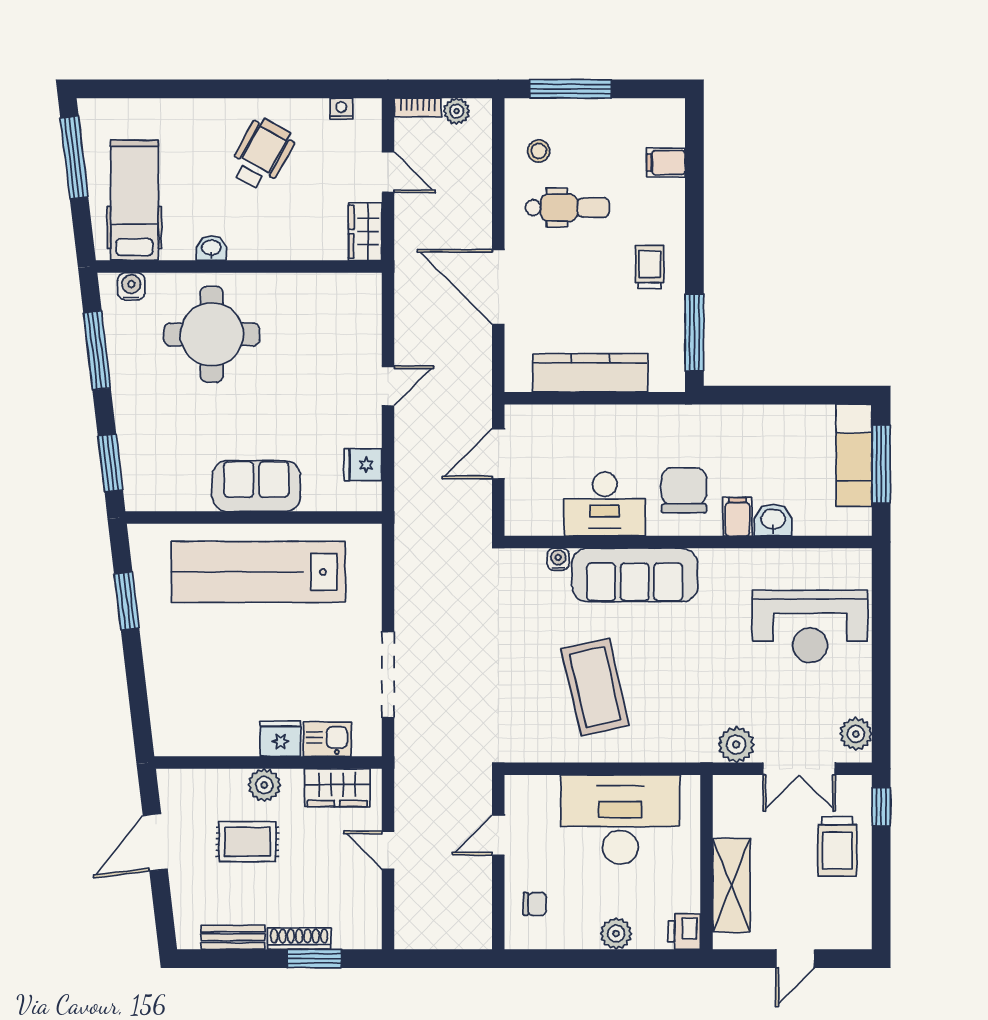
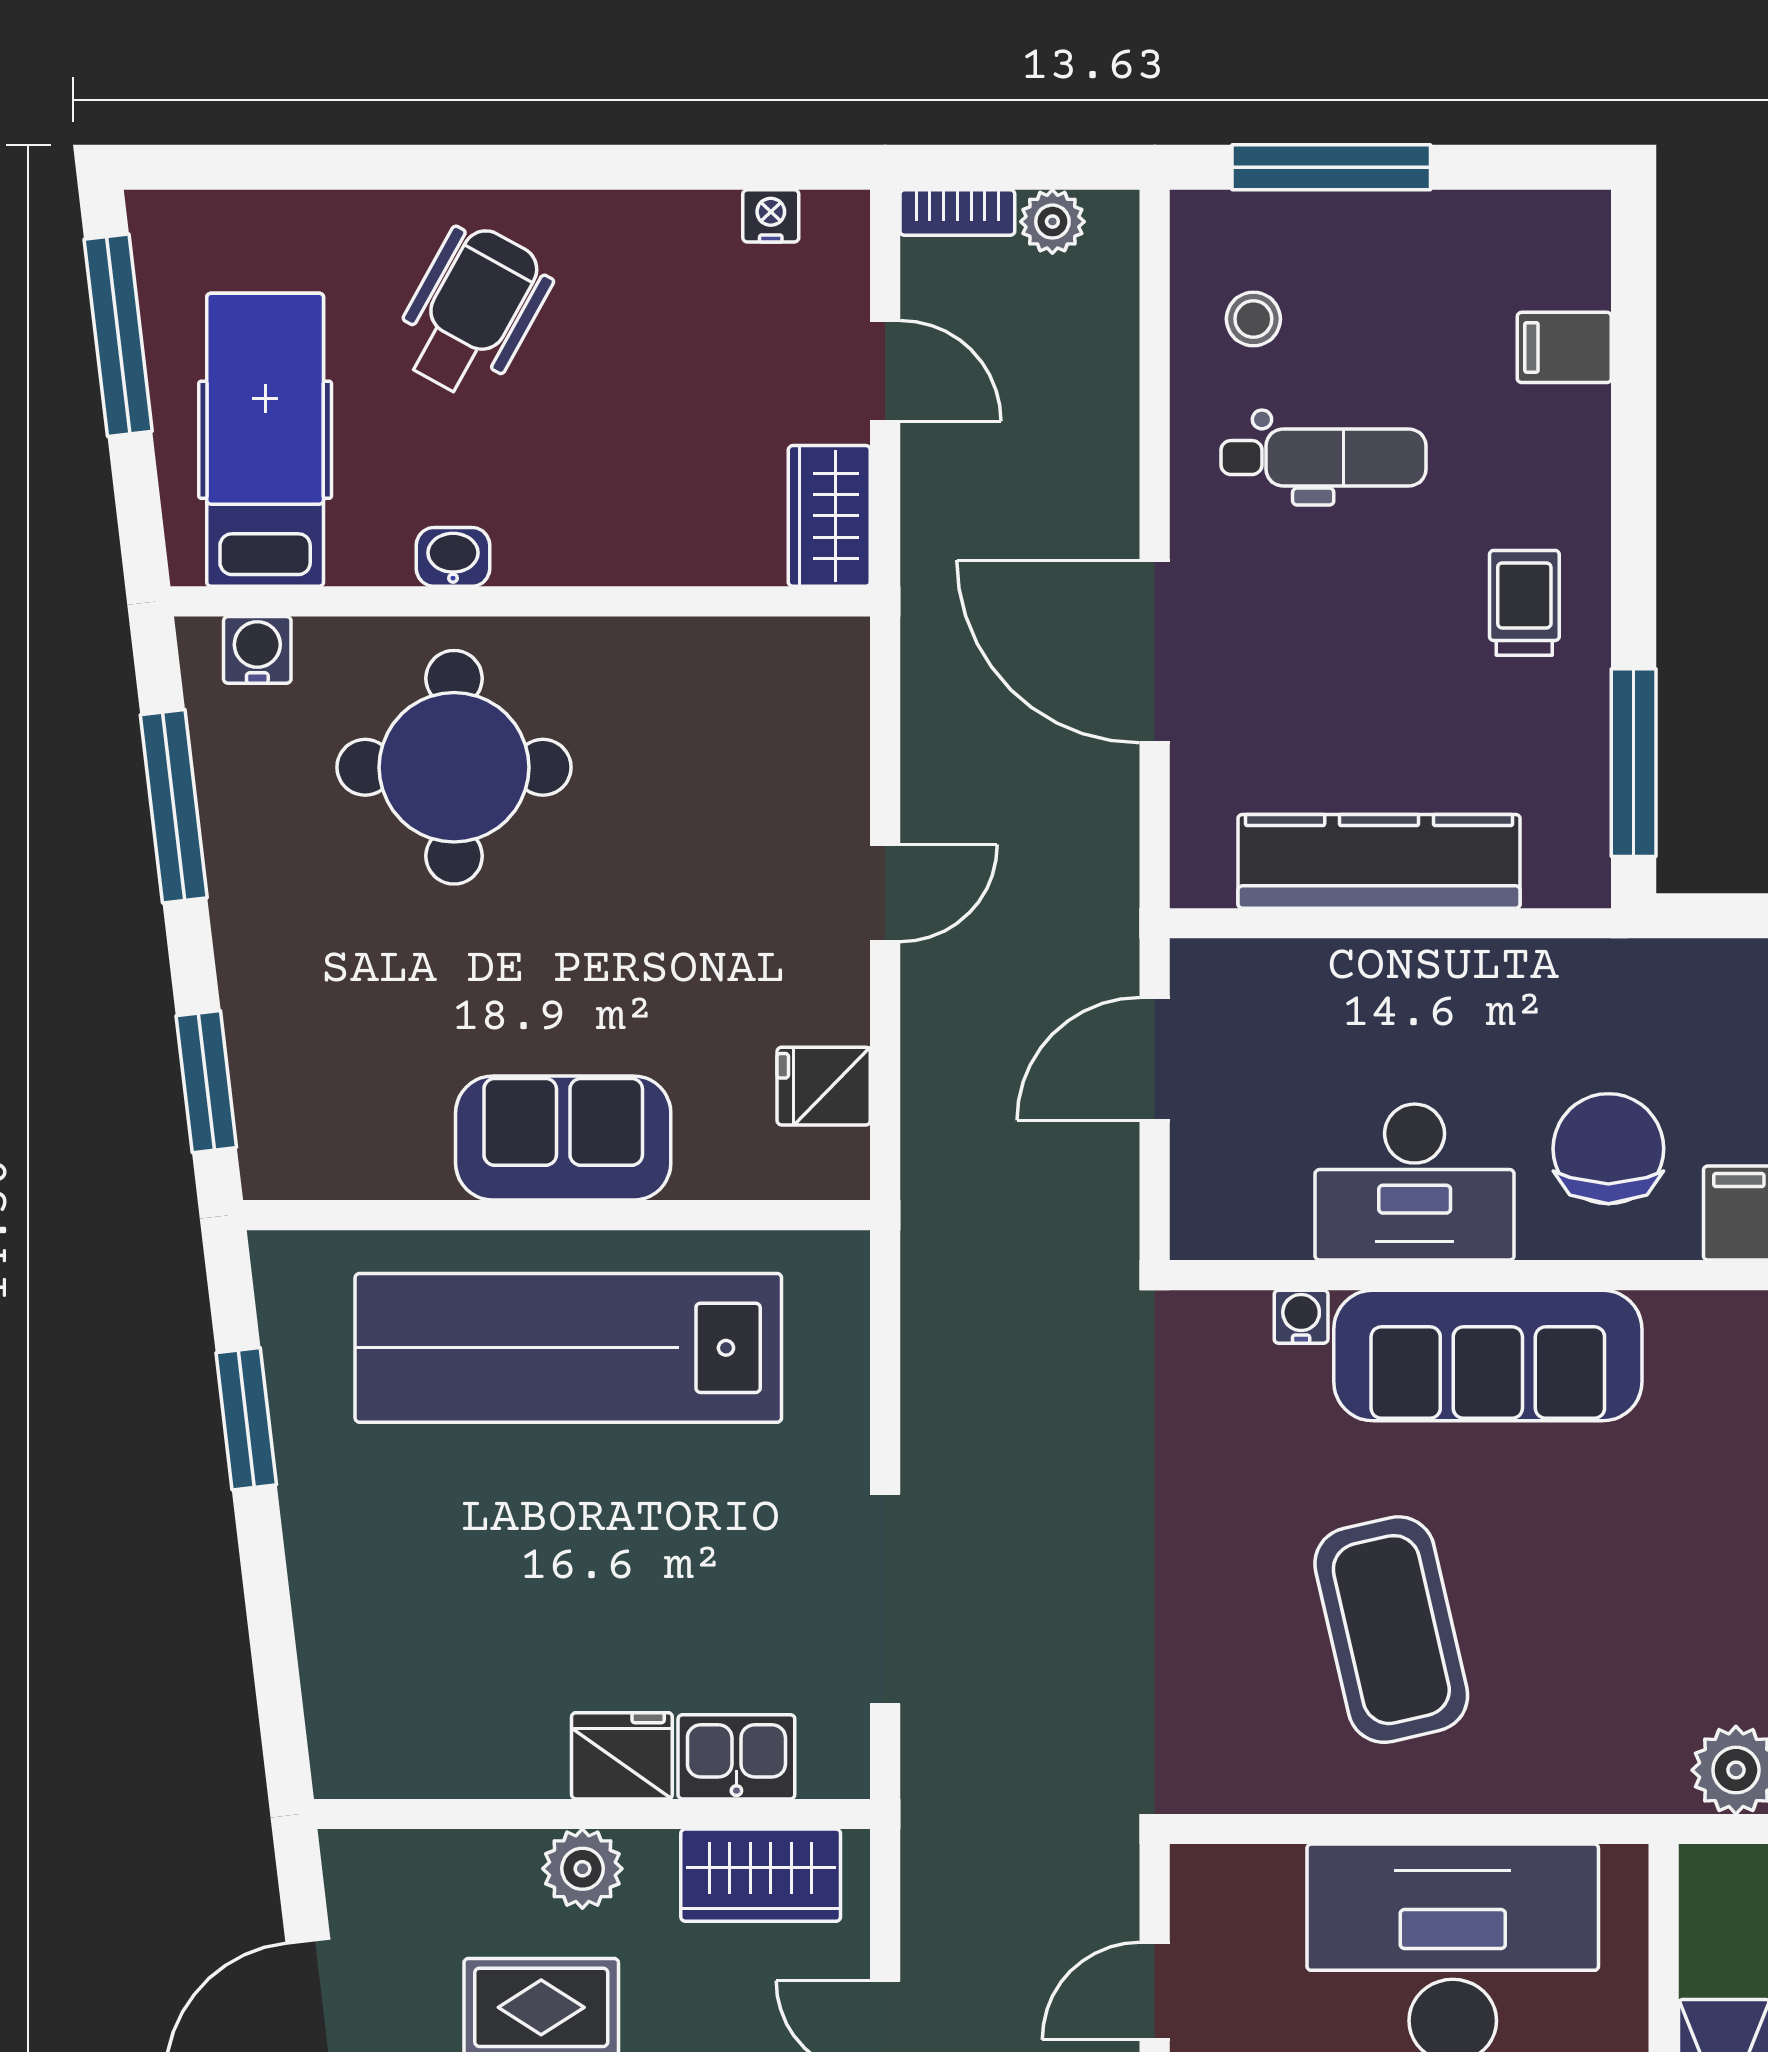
wheelchair: (262, 154) -> (472, 311), moved

